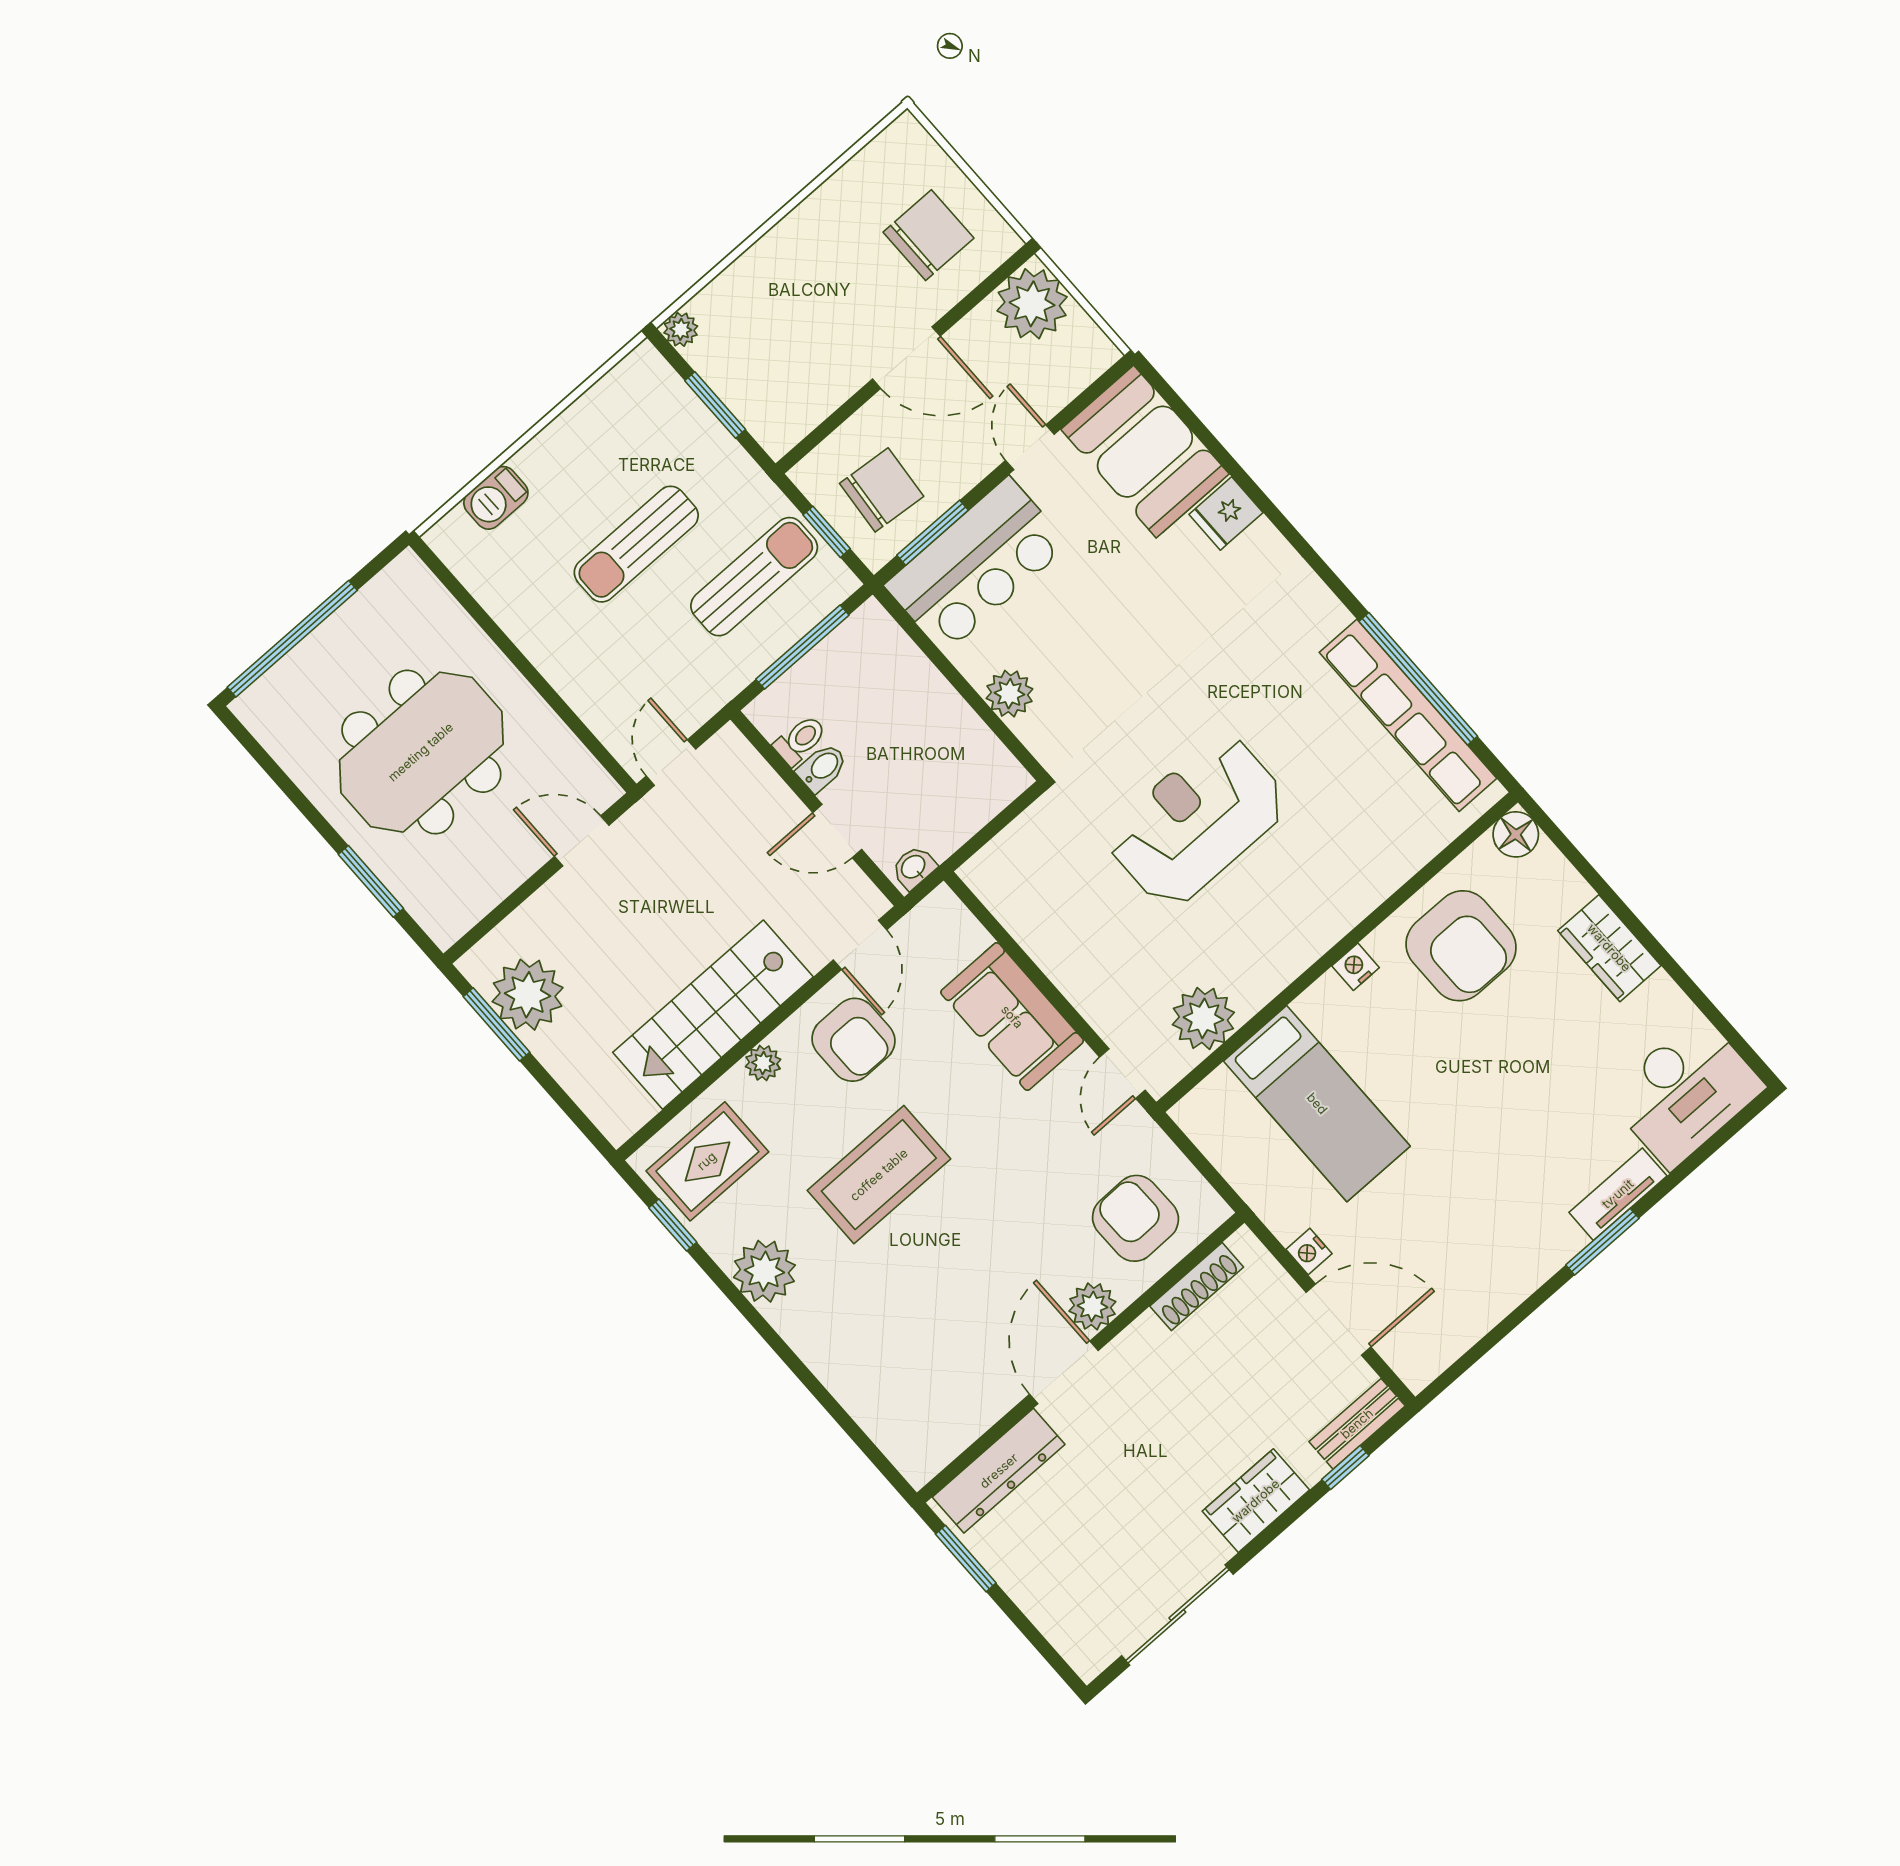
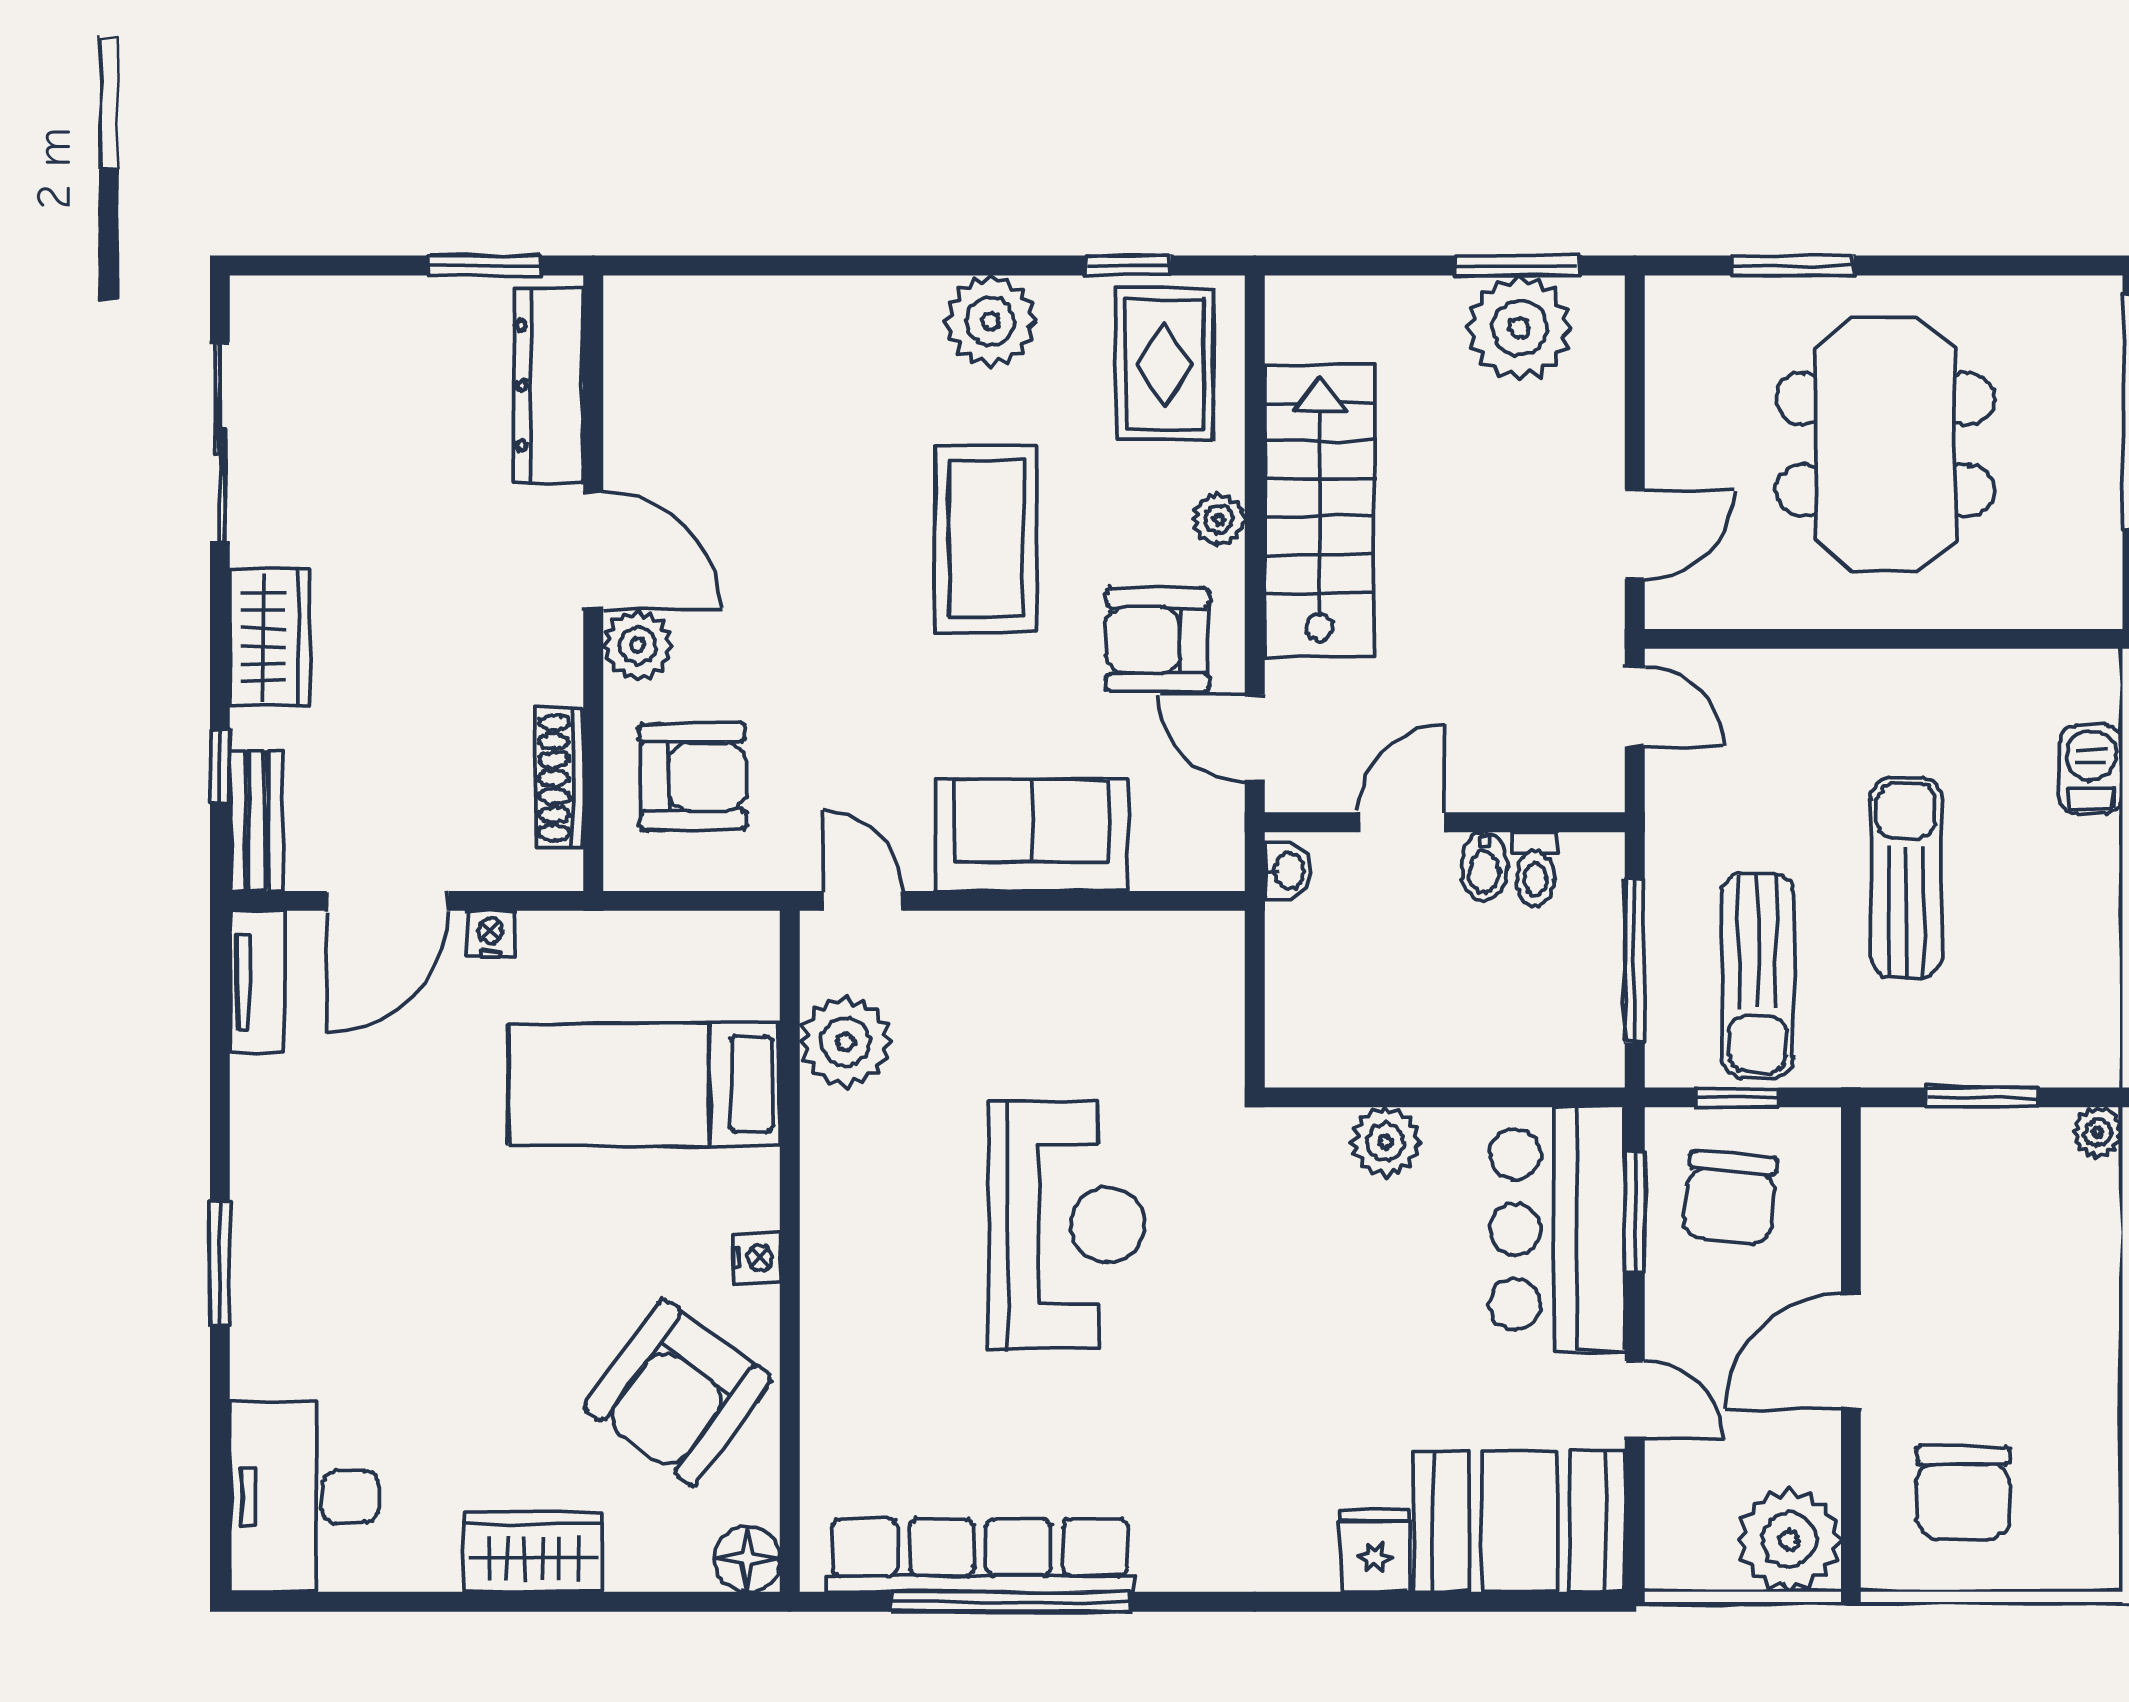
armchair: (1461, 946) -> (678, 1393), turned -54
tv unit: (1618, 1194) -> (257, 982), moved

